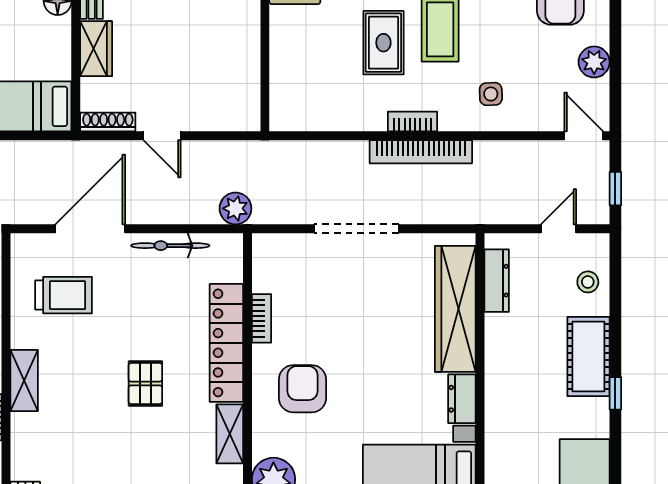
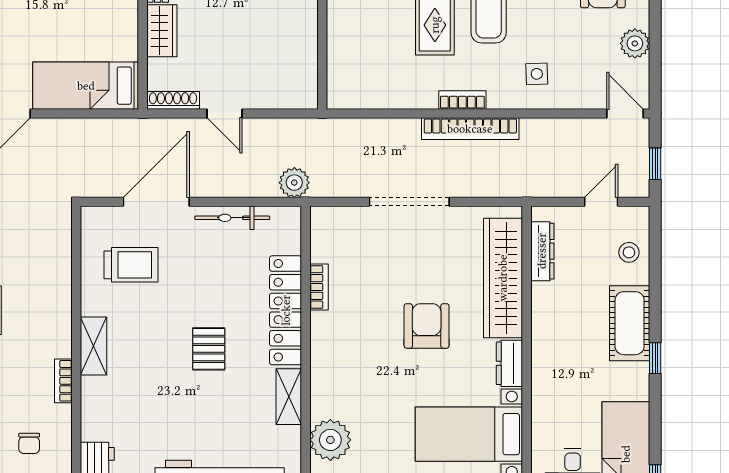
armchair: (302, 389) -> (427, 326), moved

